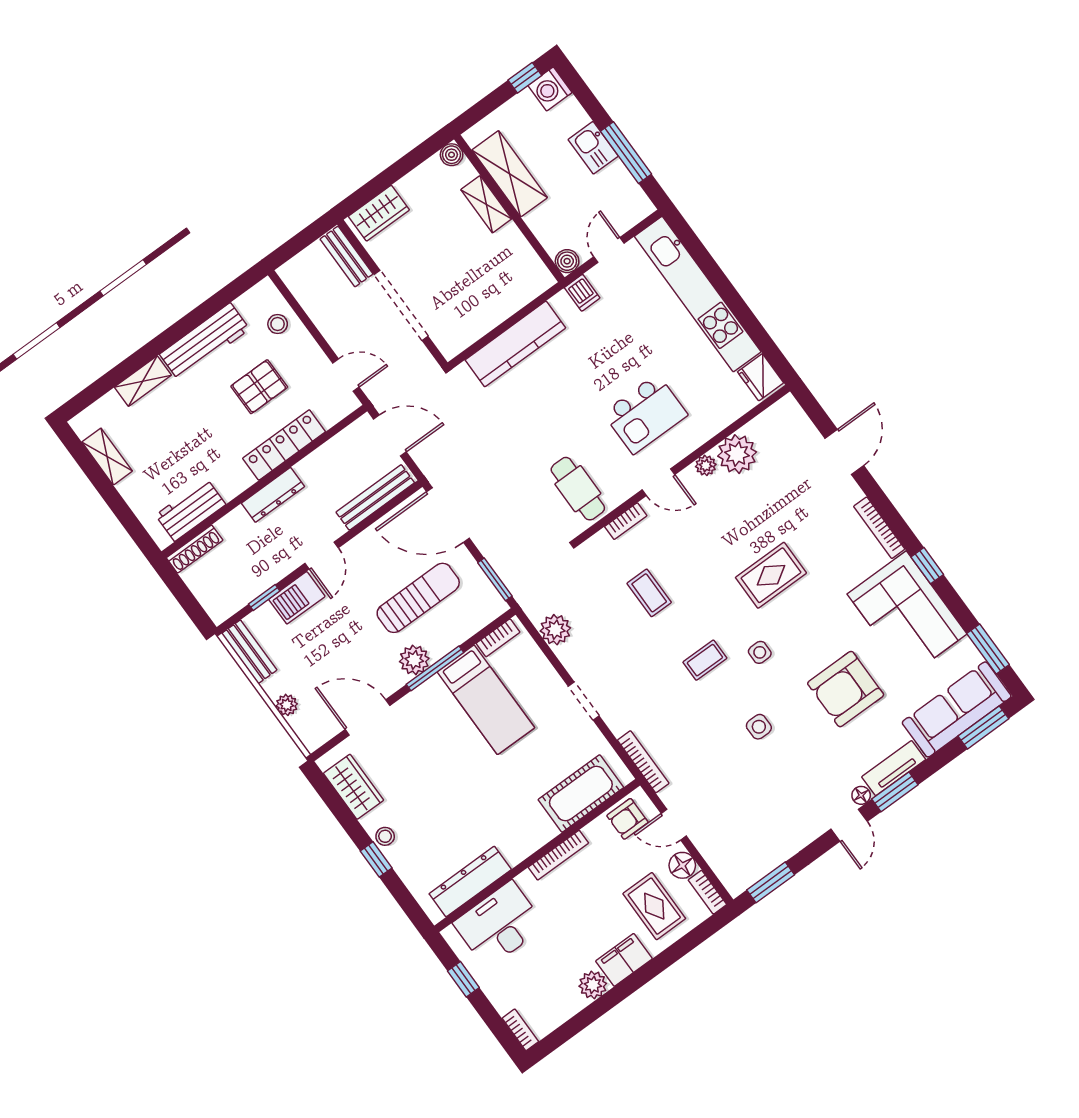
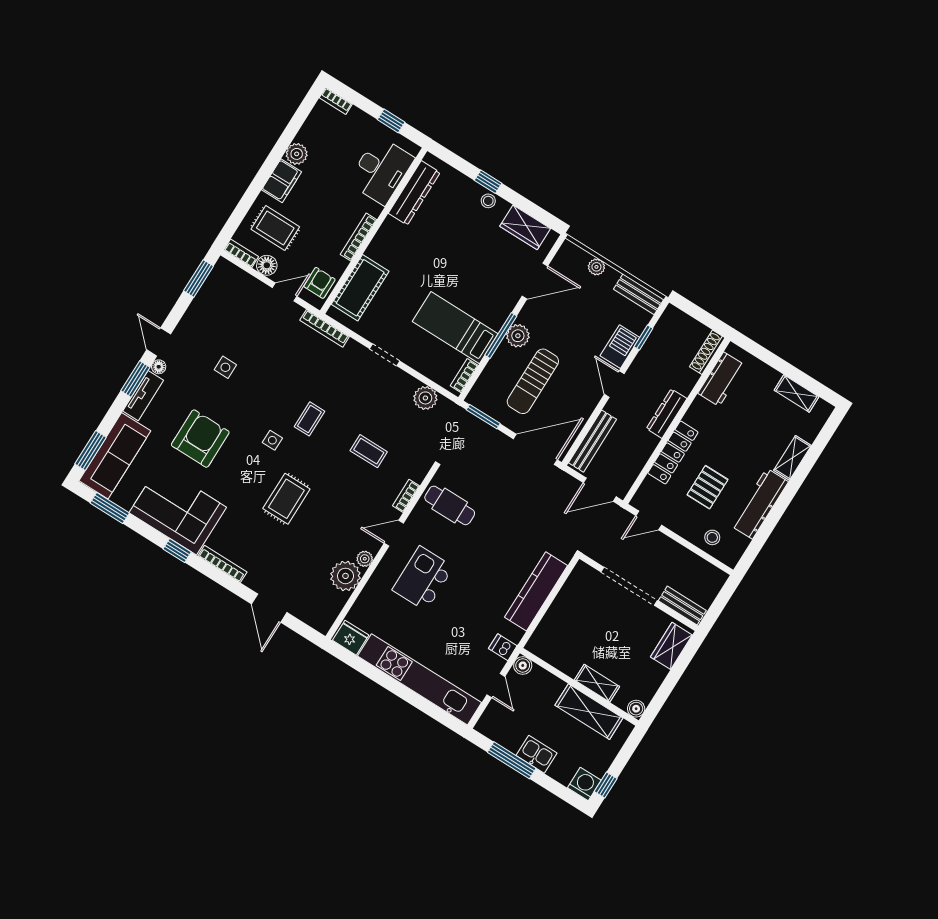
side table: (759, 727) -> (225, 367), moved

